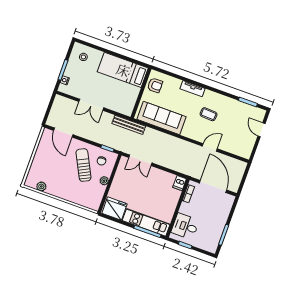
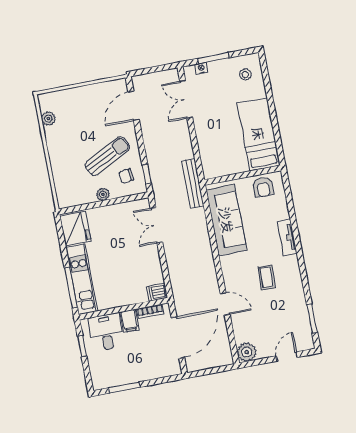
double door: (91, 105) -> (186, 99), moved
plant: (245, 152) -> (247, 352), added
filing cabinet: (187, 209) -> (129, 321), added

